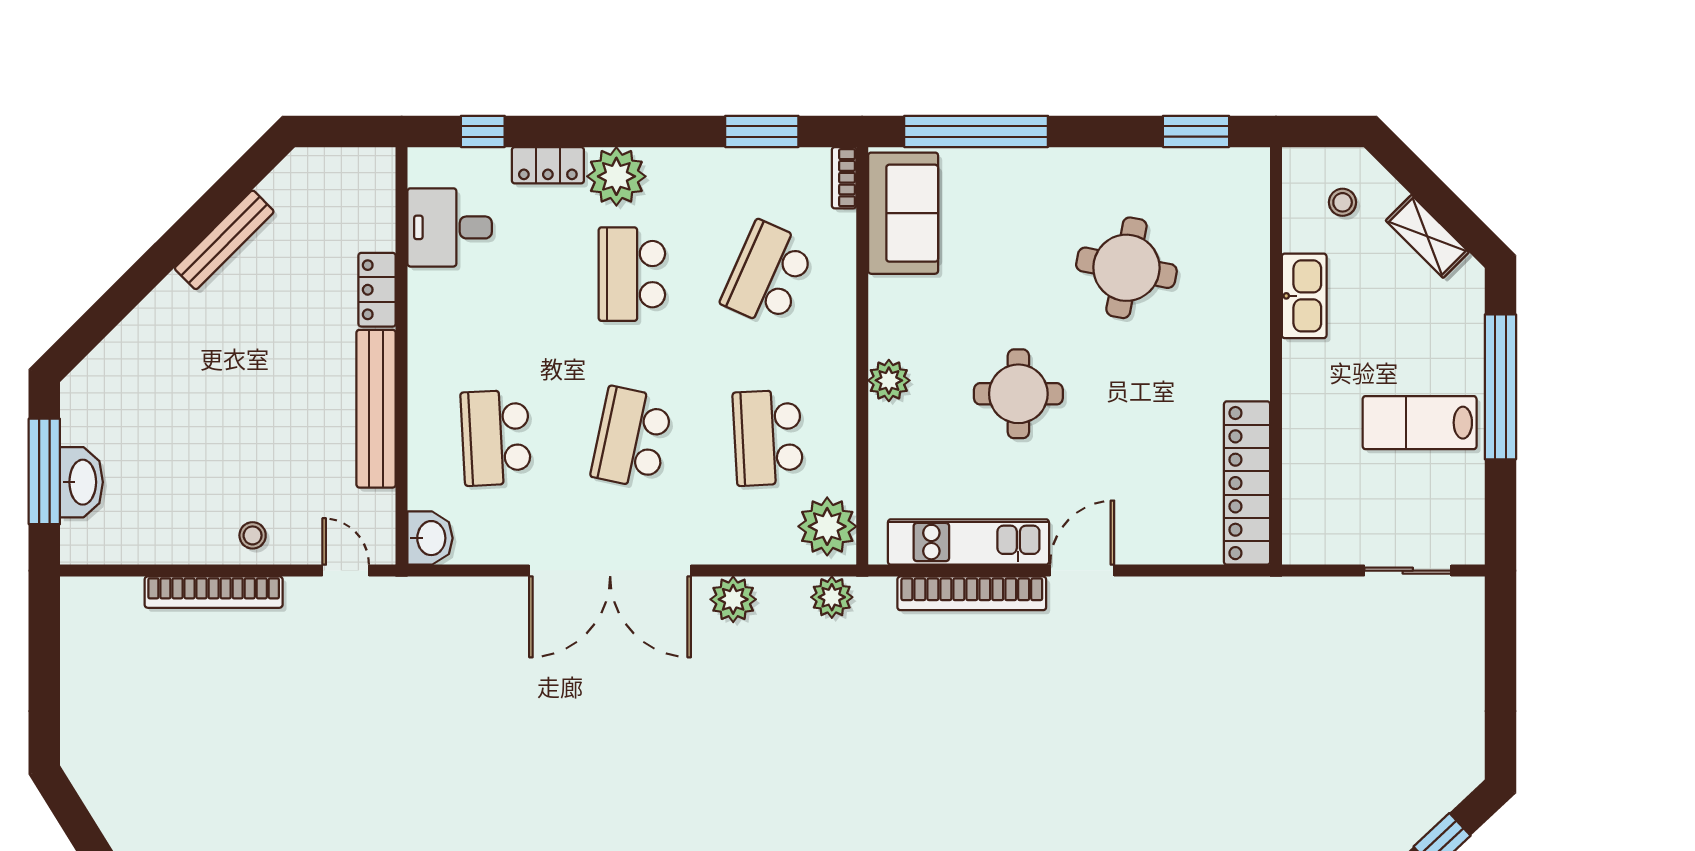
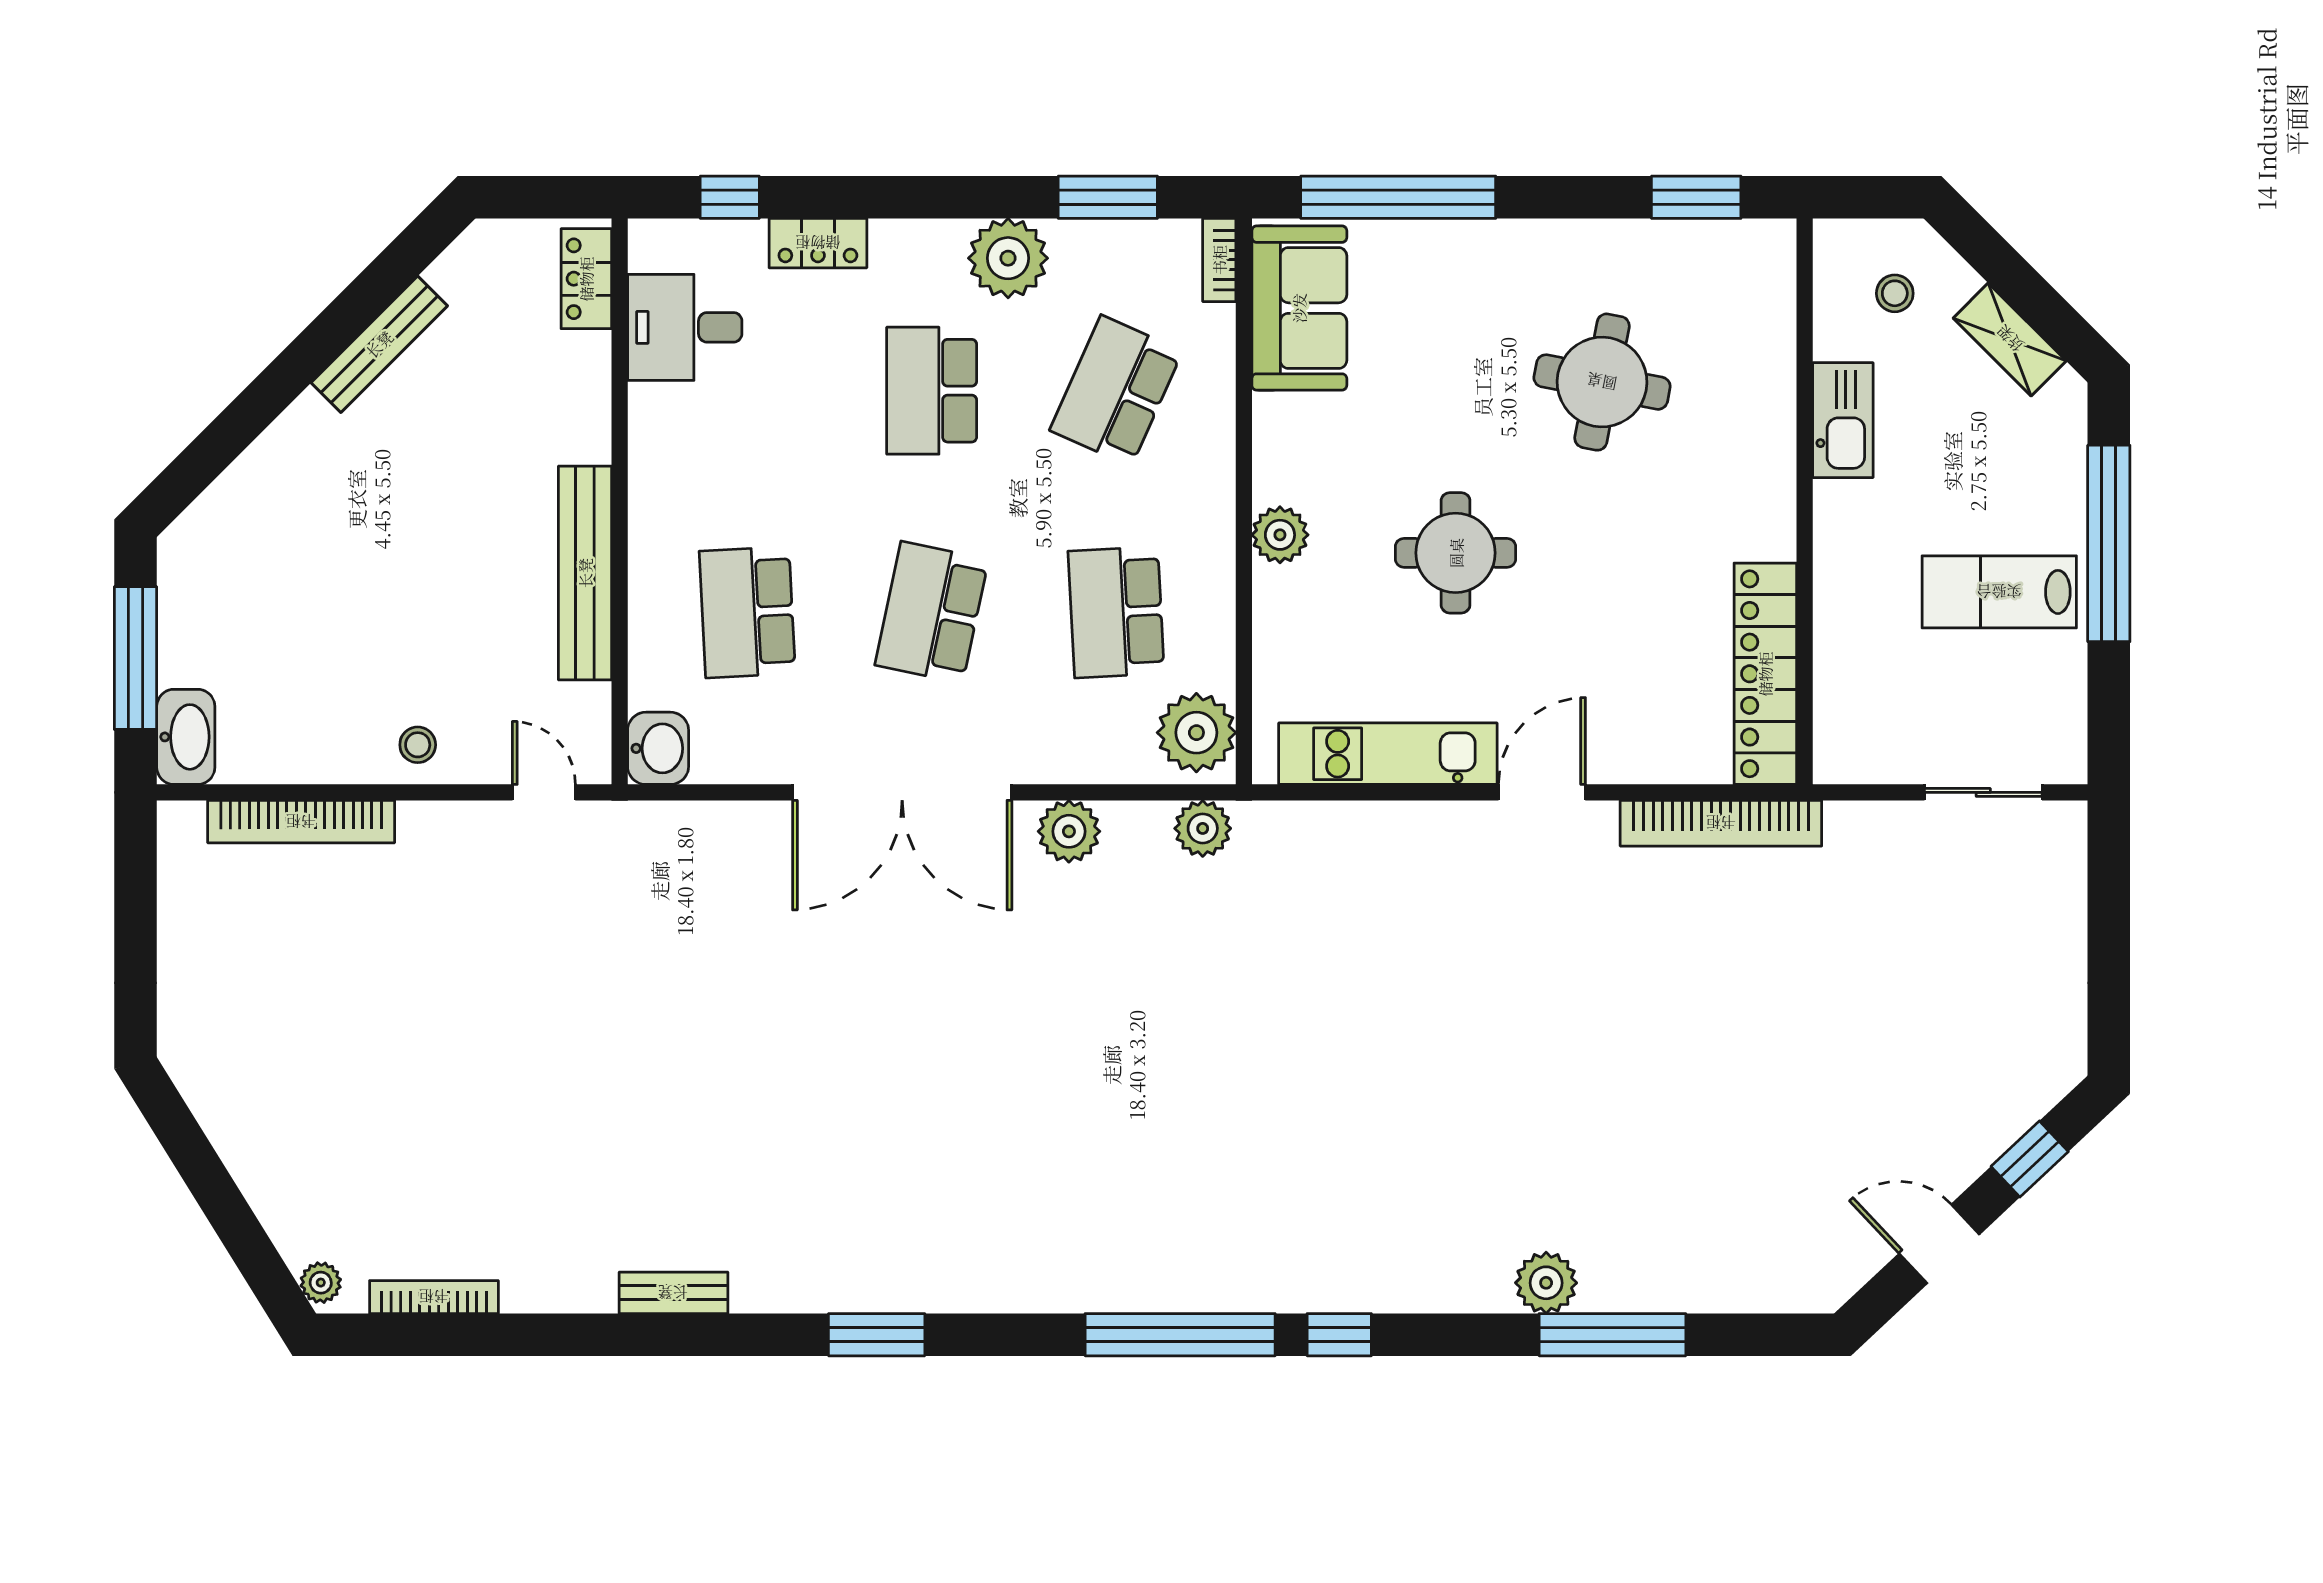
plant: (616, 176) -> (1008, 258), moved
locker: (377, 290) -> (586, 279), moved
washbasin: (81, 482) -> (186, 737), moved
bookcase: (214, 592) -> (301, 822), moved
bookcase: (972, 593) -> (1721, 823), moved

